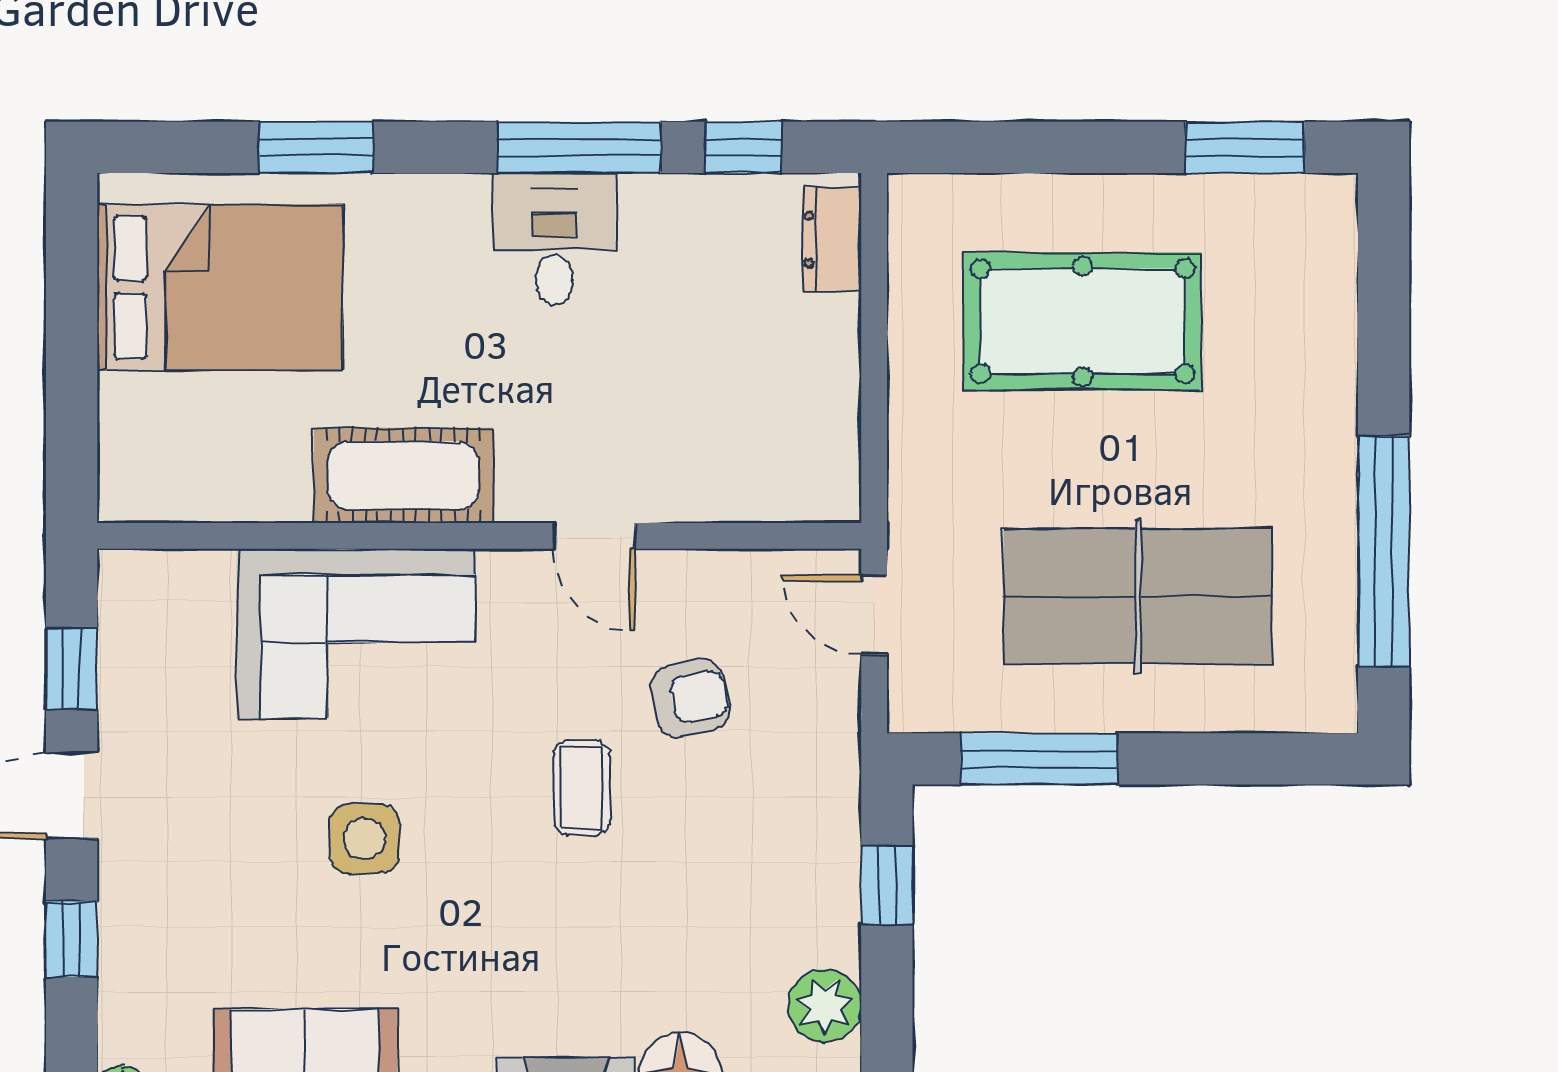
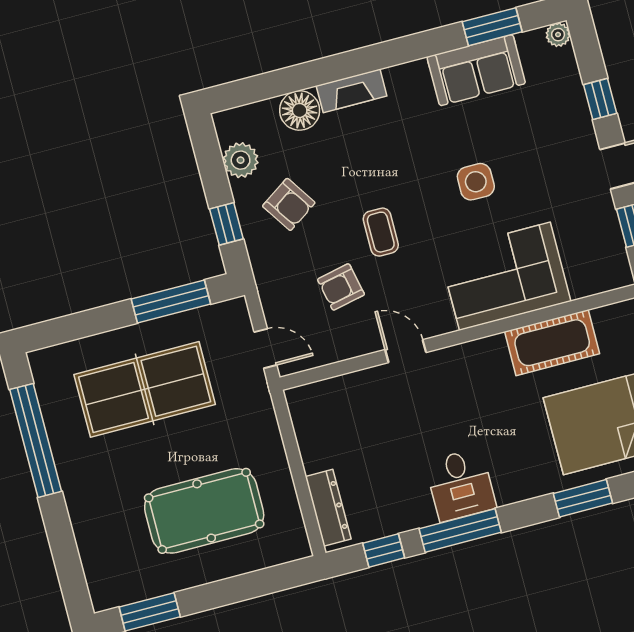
dresser: (832, 239) -> (328, 508), width x1.44
cot: (403, 476) -> (552, 343), moved
armchair: (751, 892) -> (289, 204), added

